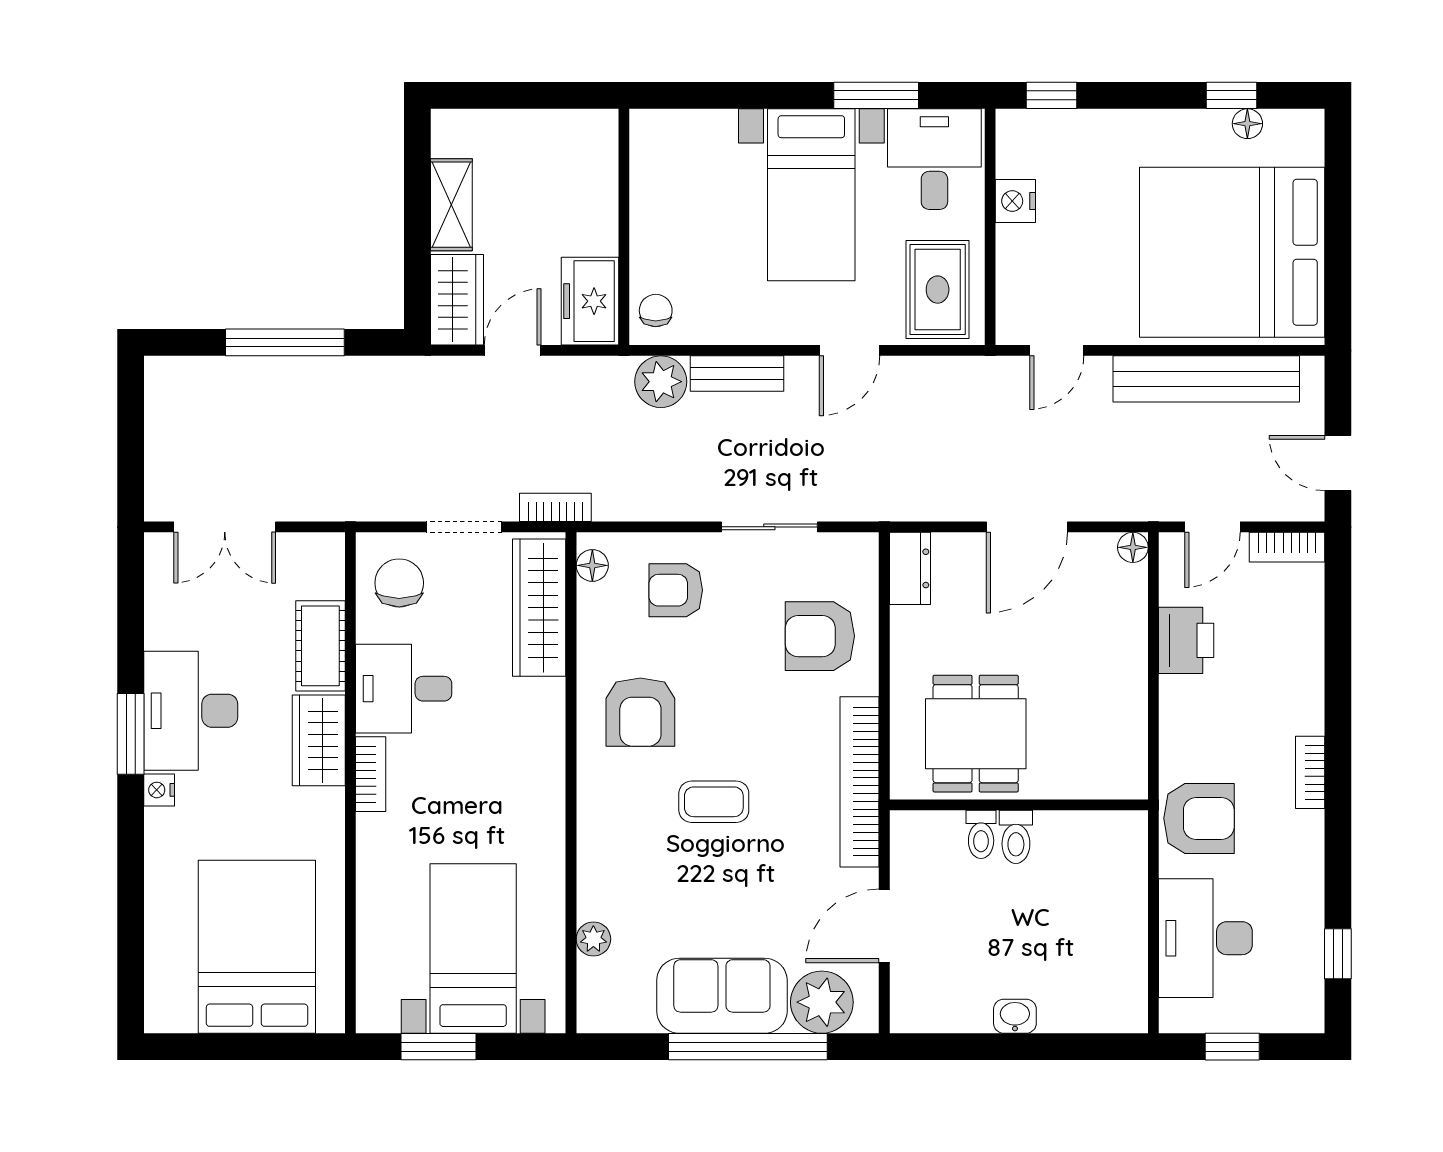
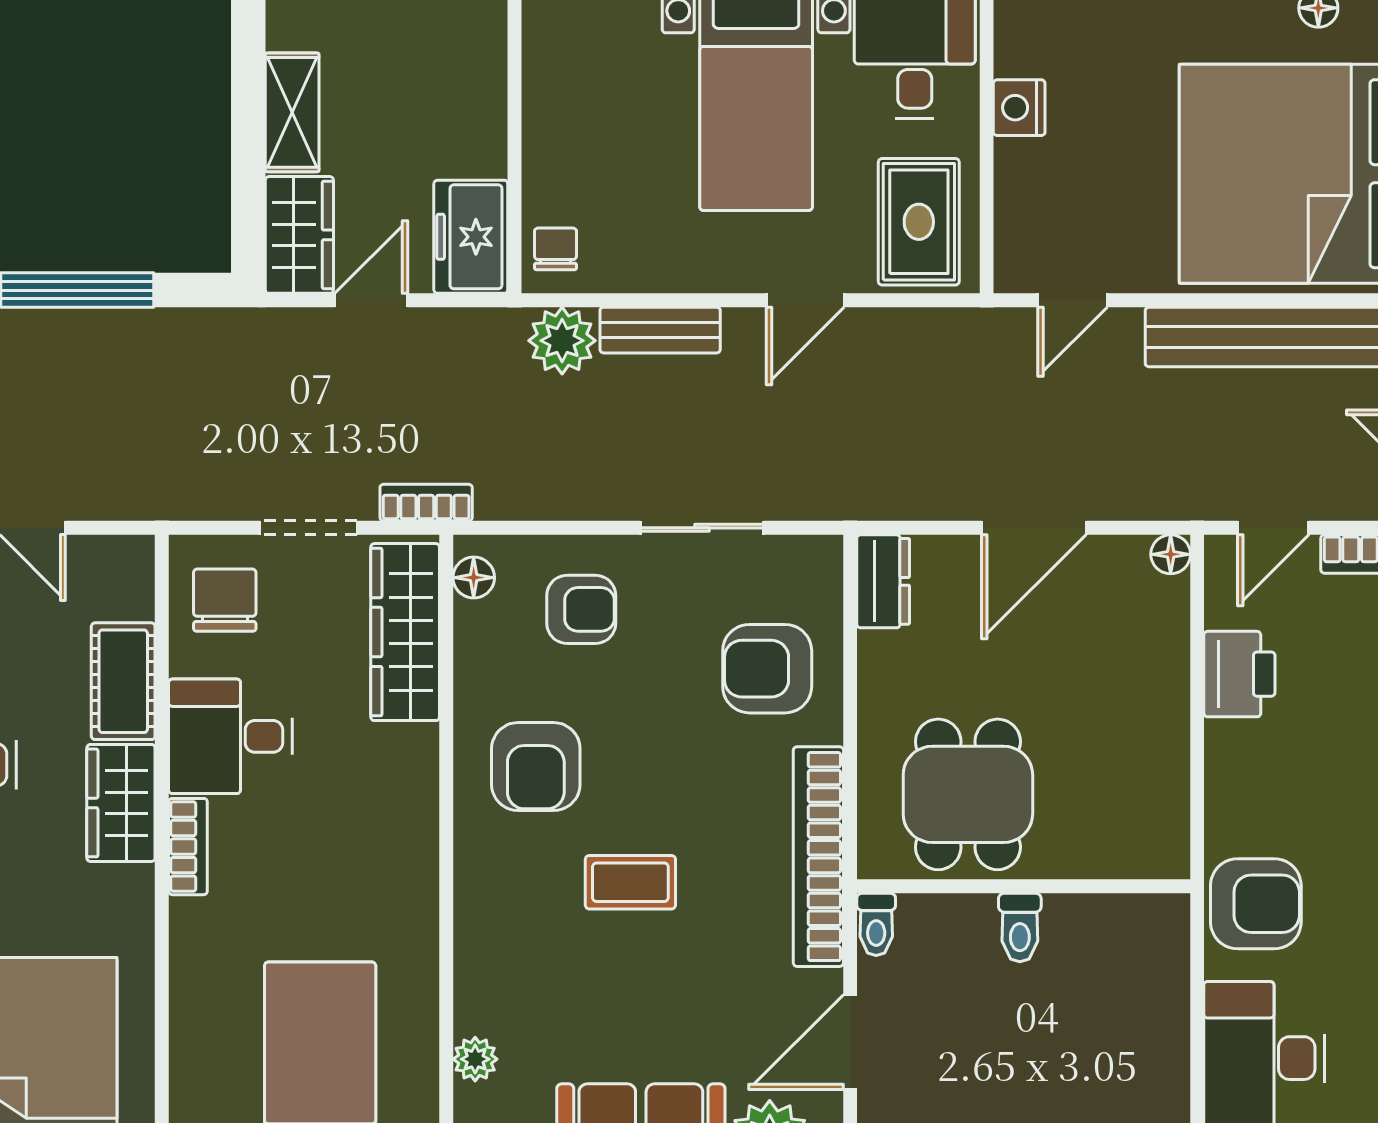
armchair: (676, 590) -> (581, 609), turned 180
toilet: (981, 834) -> (876, 924), moved

